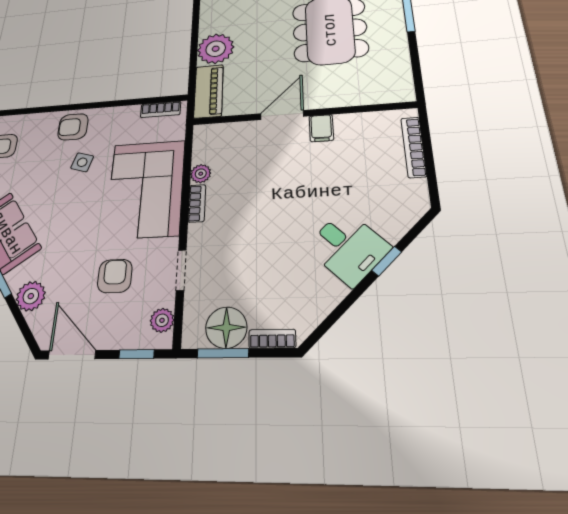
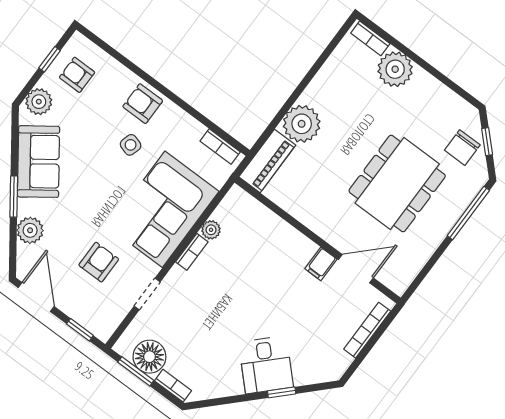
door: (282, 115) -> (356, 269), moved
plant: (162, 320) -> (111, 320), removed

